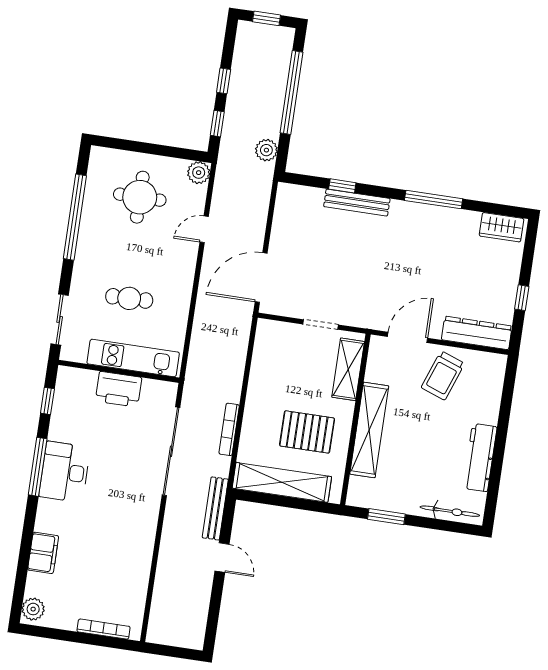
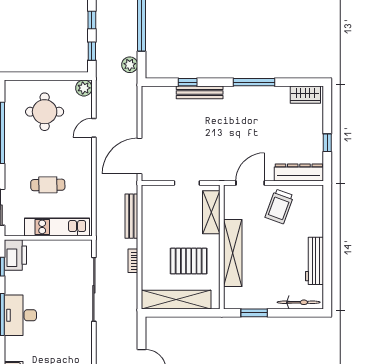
printer: (118, 389) -> (15, 255), moved, turned -90
bookcase: (229, 429) -> (133, 261), width x0.64
bench: (215, 508) -> (131, 216), moved

